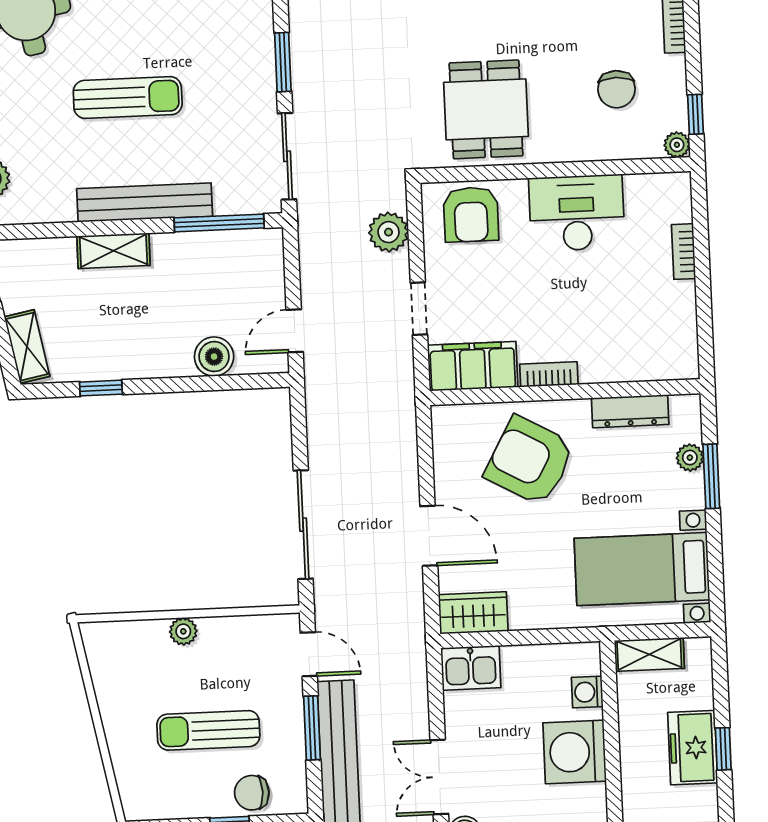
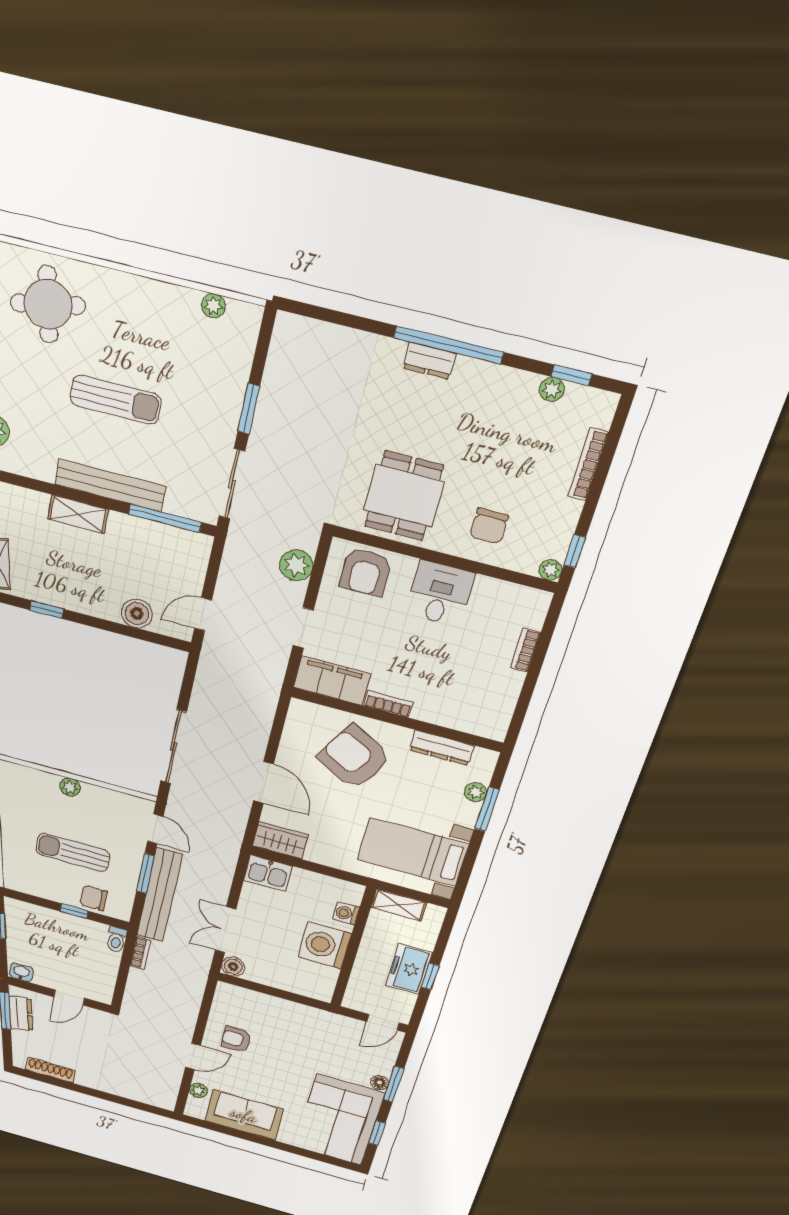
chair: (616, 89) -> (489, 526), moved
desk: (577, 213) -> (440, 594), width x0.73

